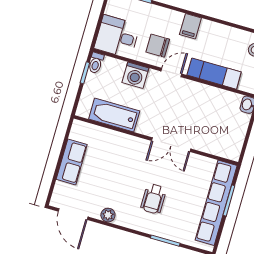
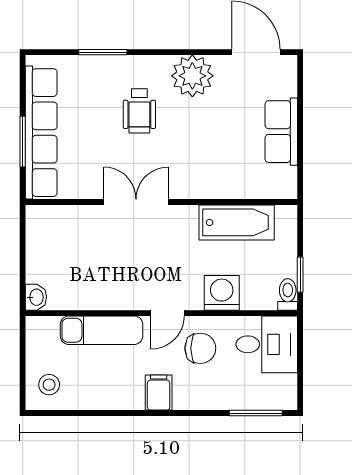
wheelchair: (153, 199) -> (139, 111), turned 180
plant: (108, 215) -> (192, 76), width x1.87, depth x1.87

